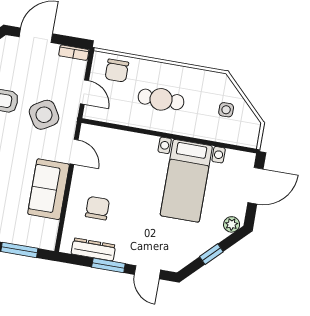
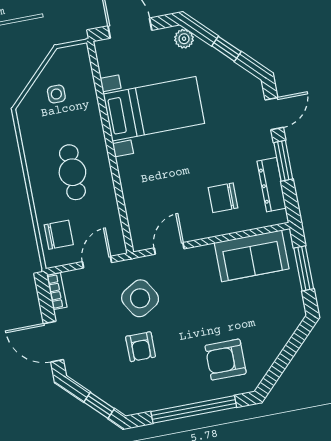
sofa: (49, 189) -> (252, 256), moved

